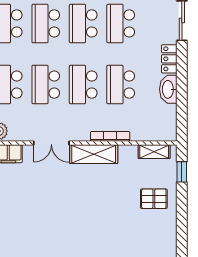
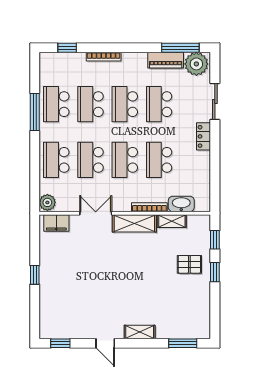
washbasin: (168, 89) -> (181, 204), moved, turned 90
double door: (51, 143) -> (96, 213), swing flipped
shelving: (154, 152) -> (172, 221), moved
window: (182, 207) -> (215, 272), added

